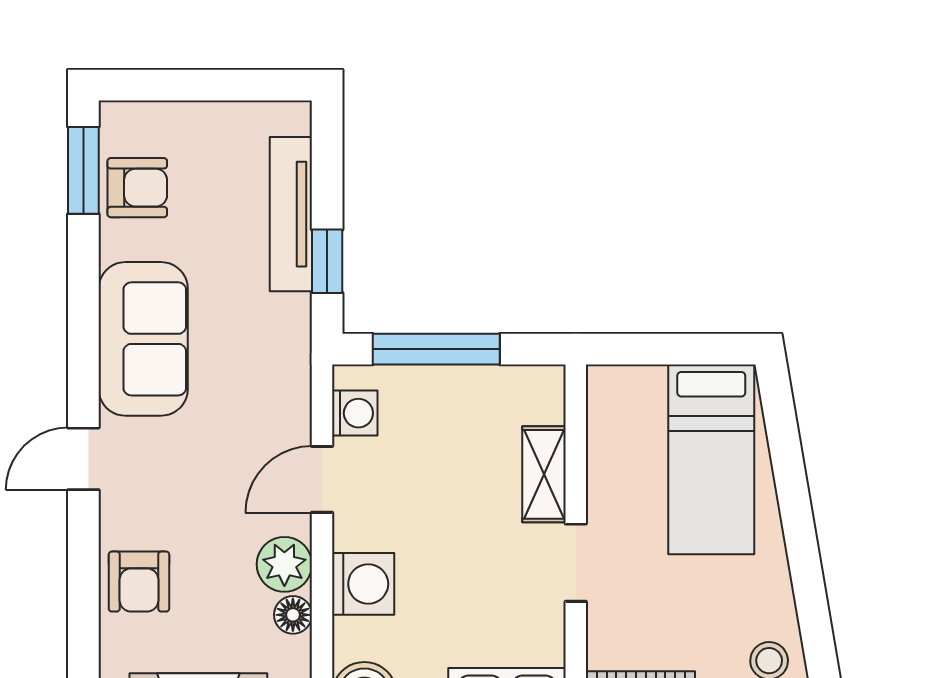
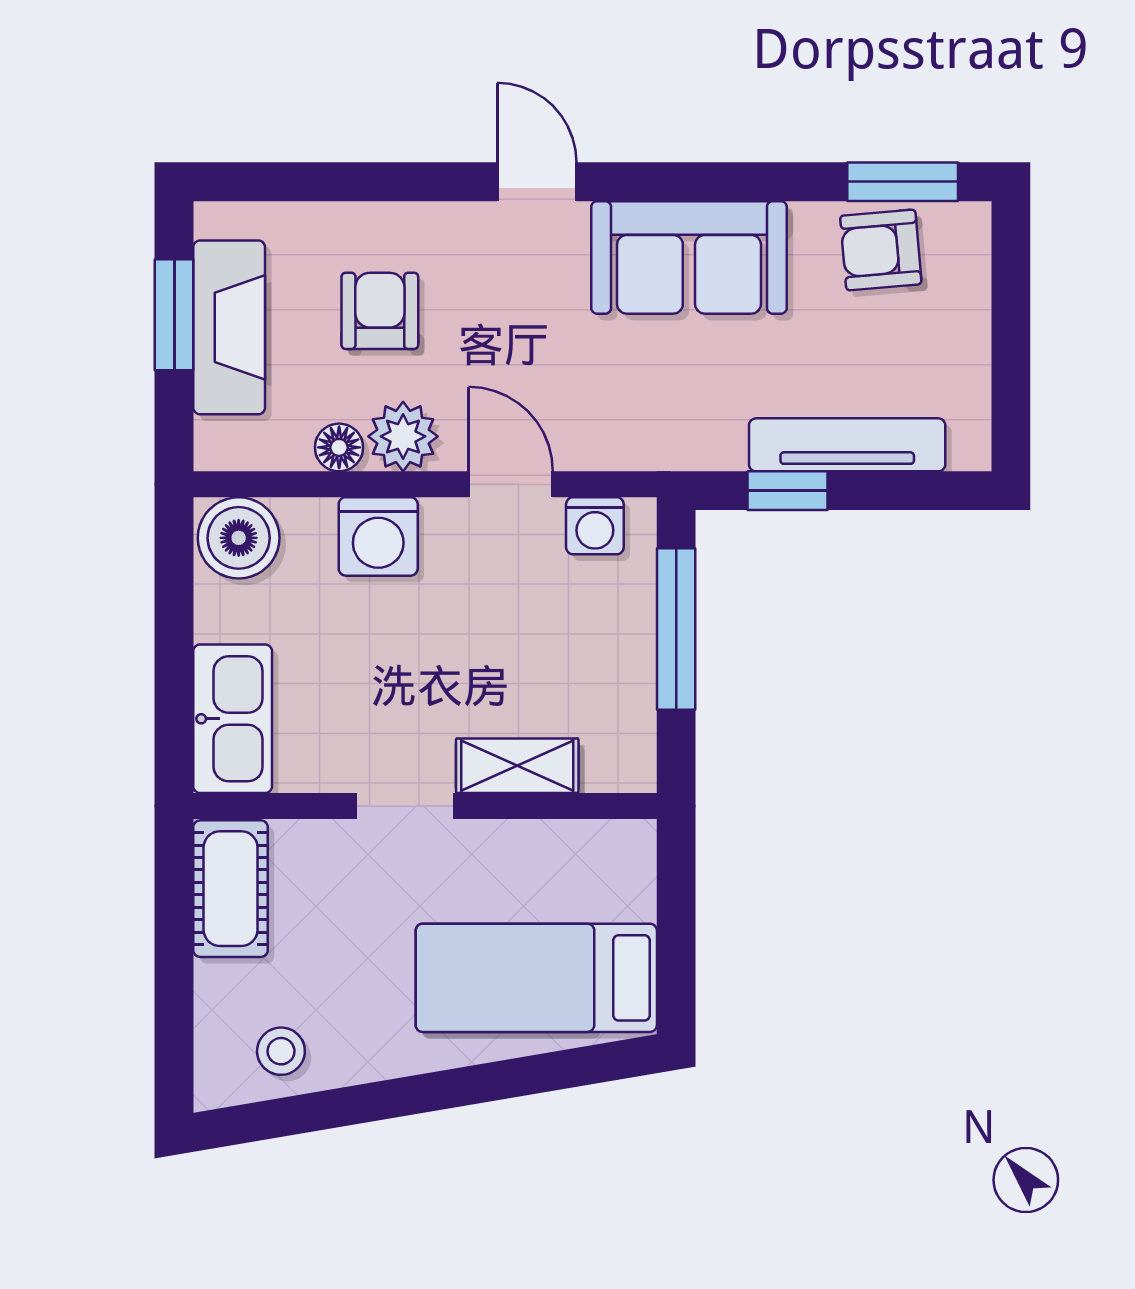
armchair: (137, 188) -> (881, 250), turned 85
armchair: (139, 582) -> (380, 311), moved, turned 90

